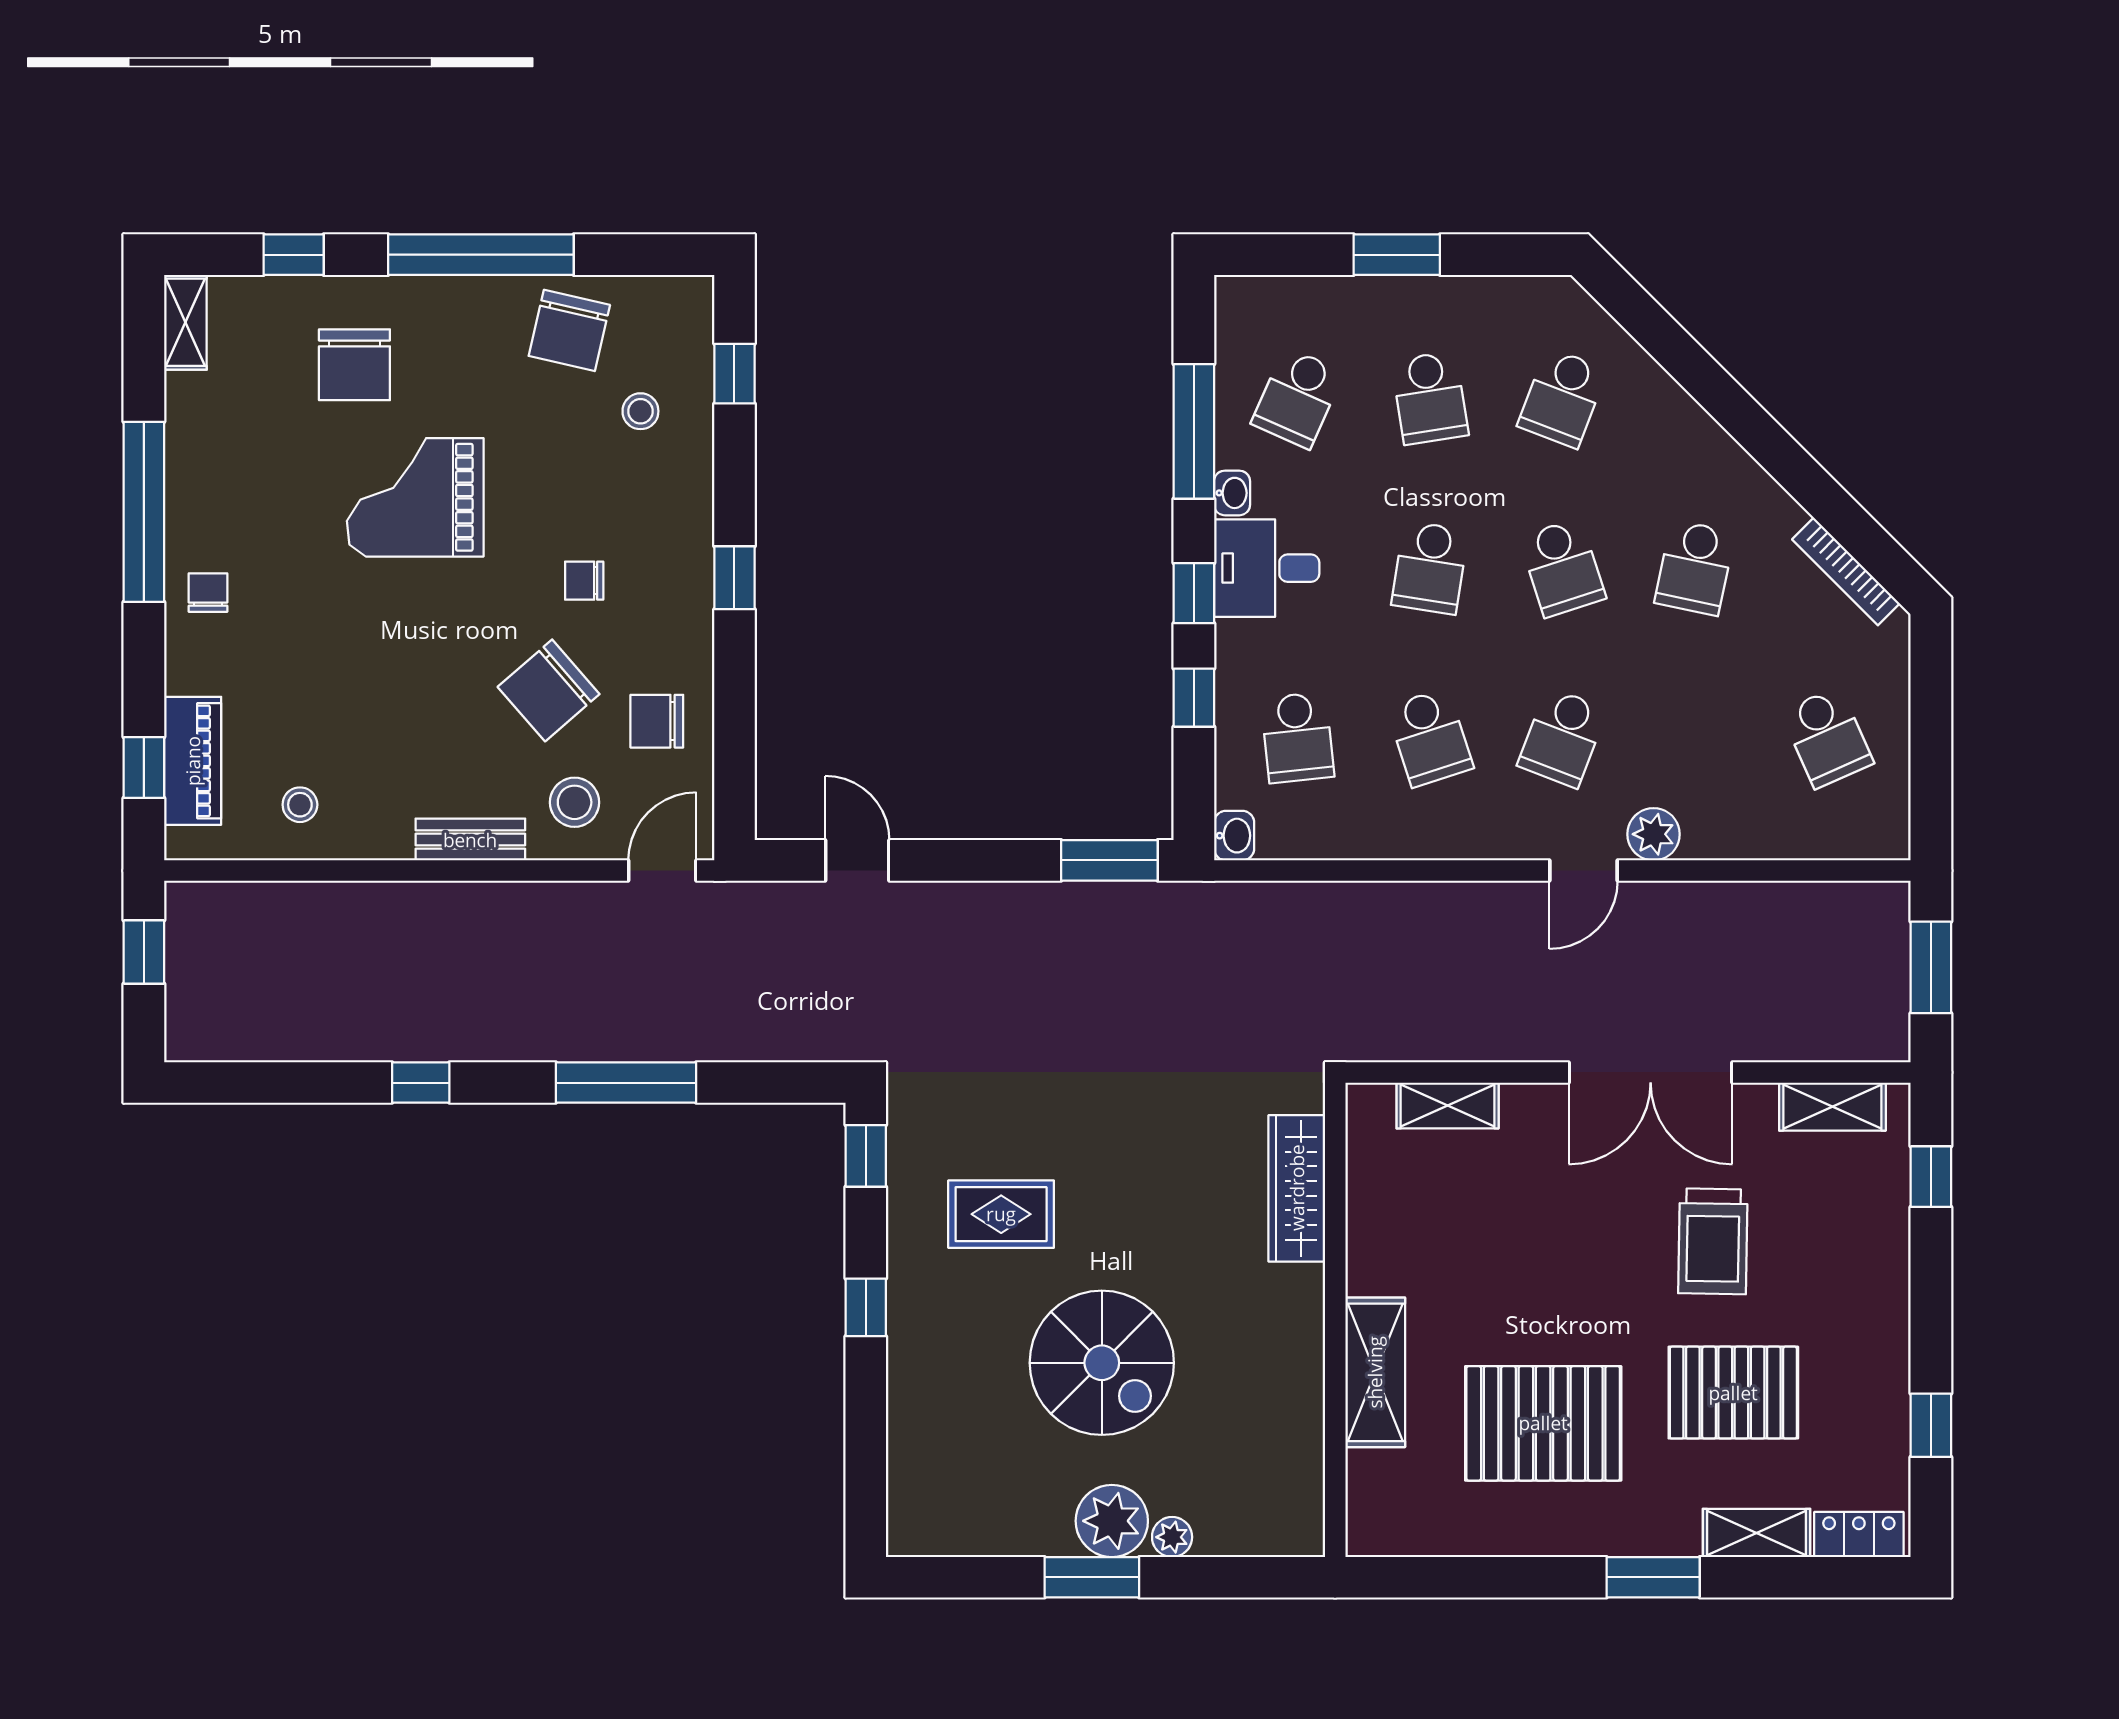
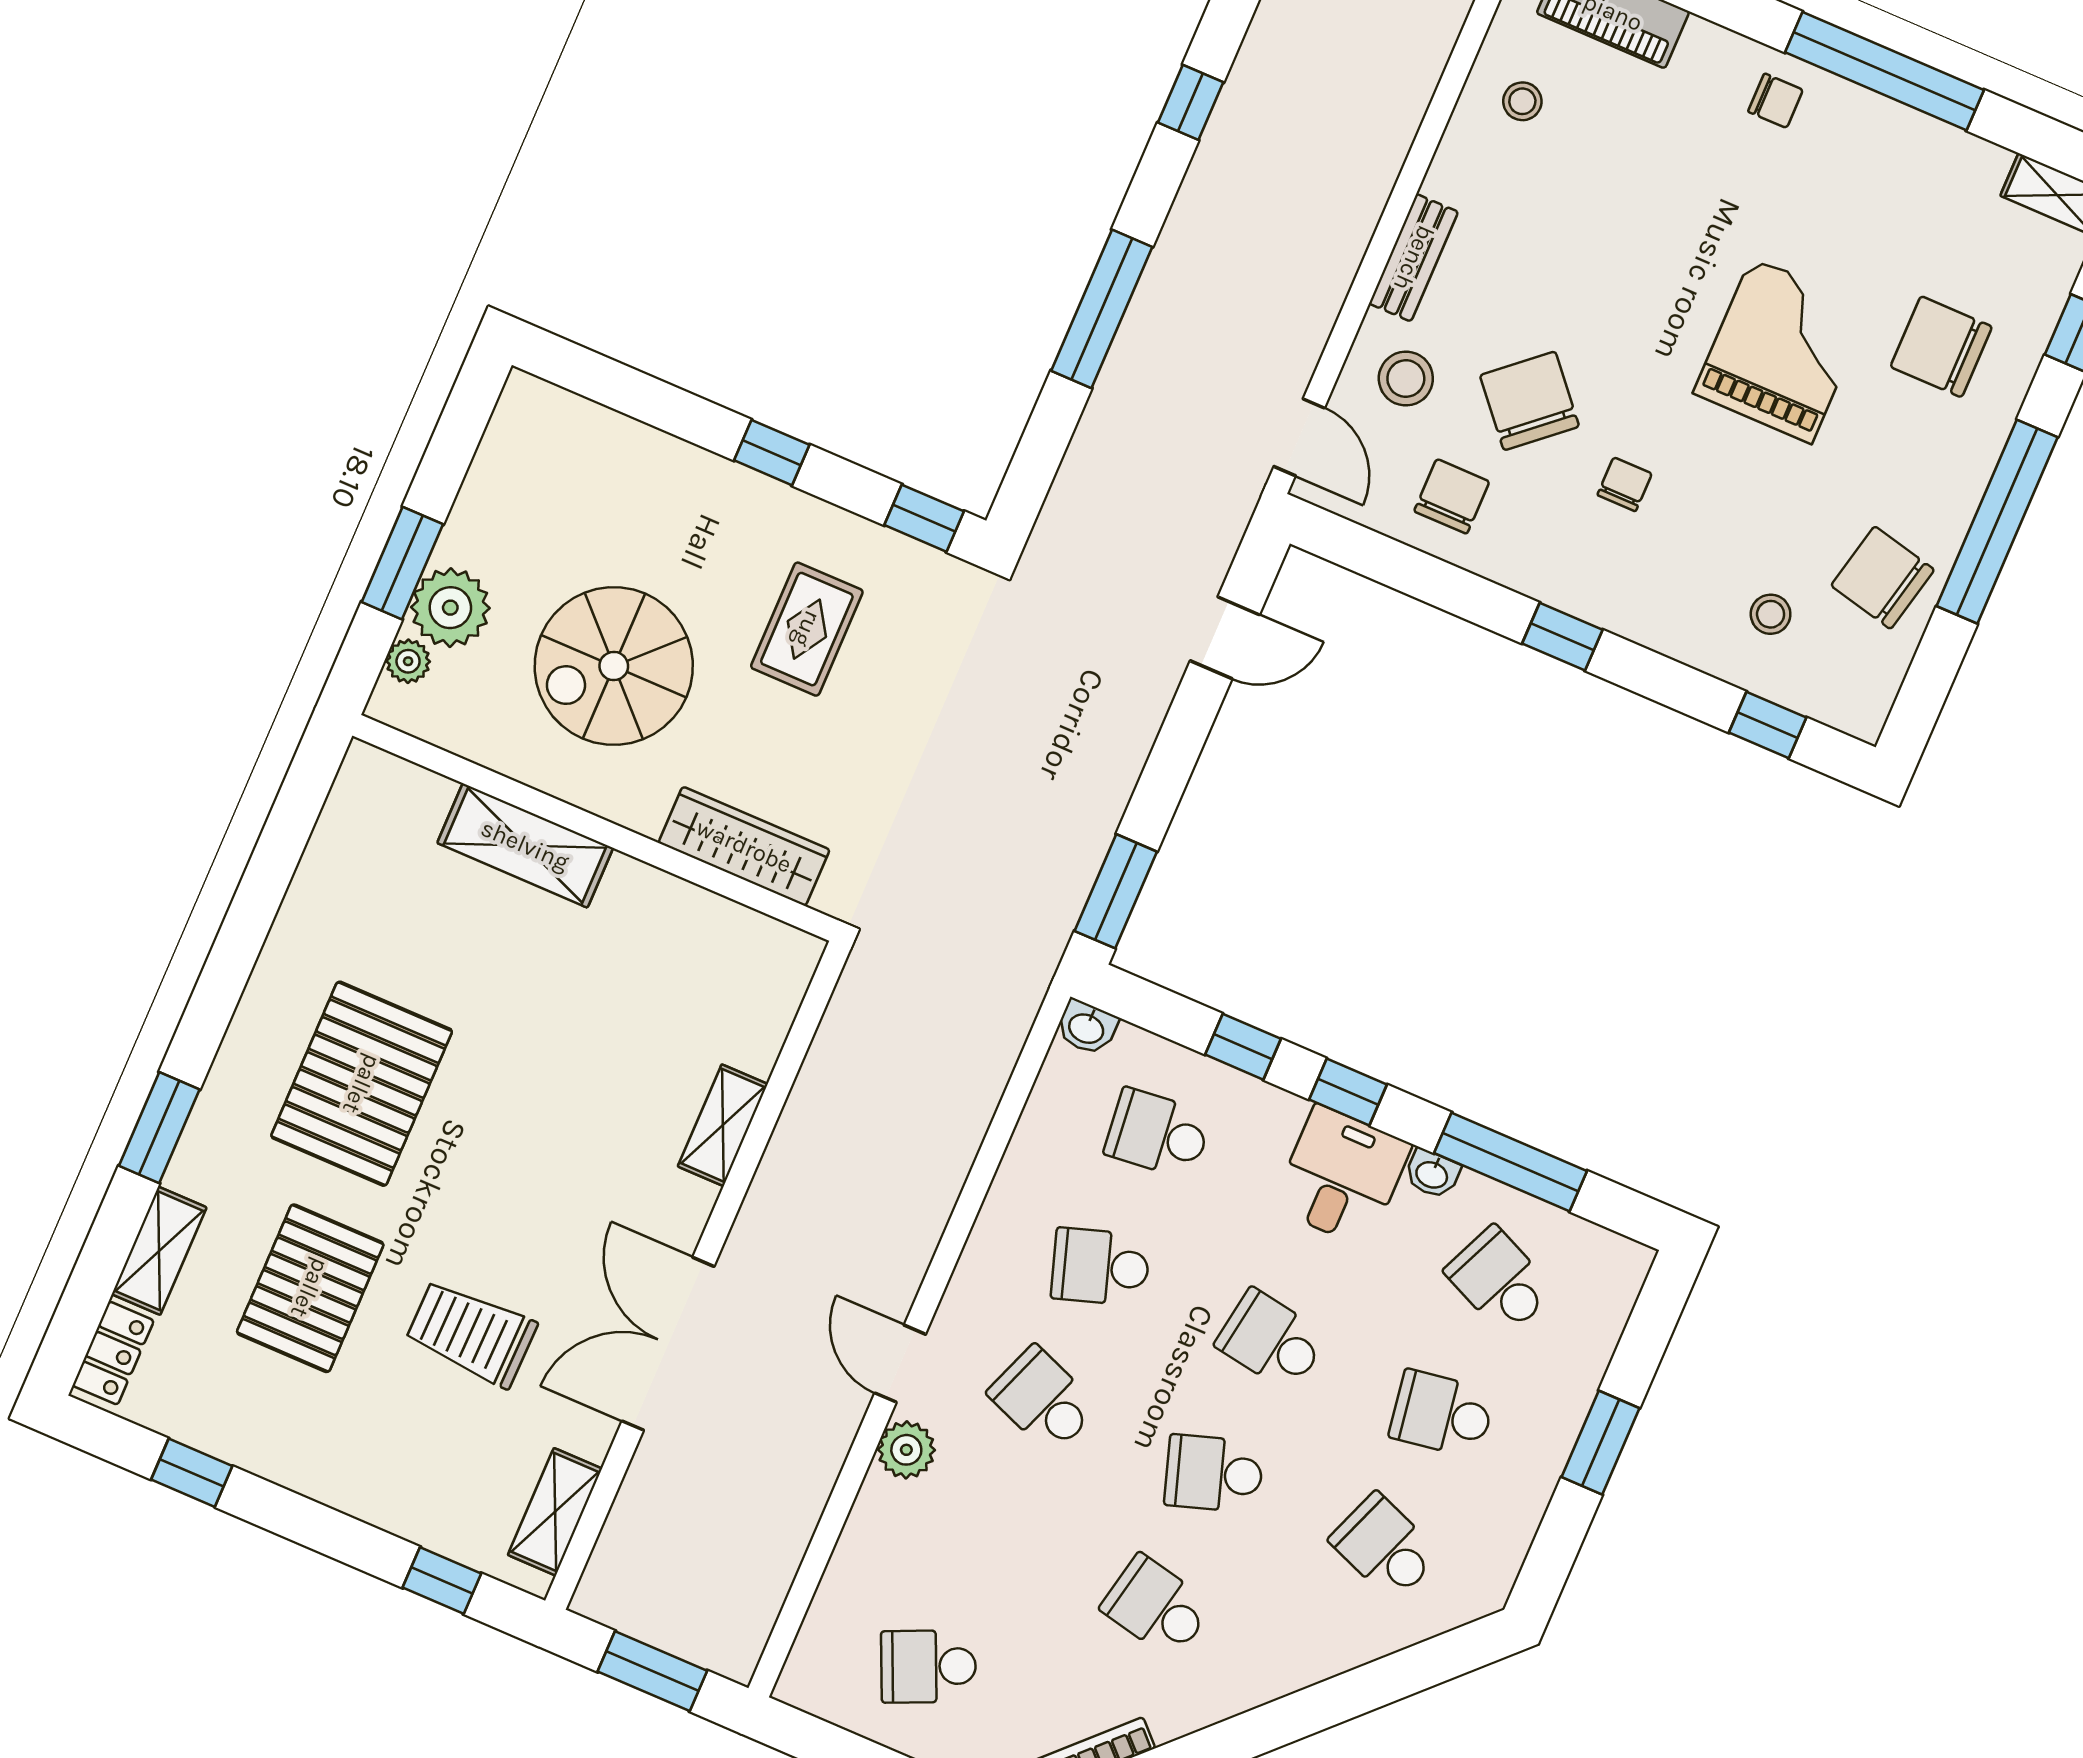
wardrobe: (1297, 1188) -> (744, 846), moved
wall: (1335, 1320) -> (595, 828), moved
shelving: (1375, 1372) -> (525, 845), moved

